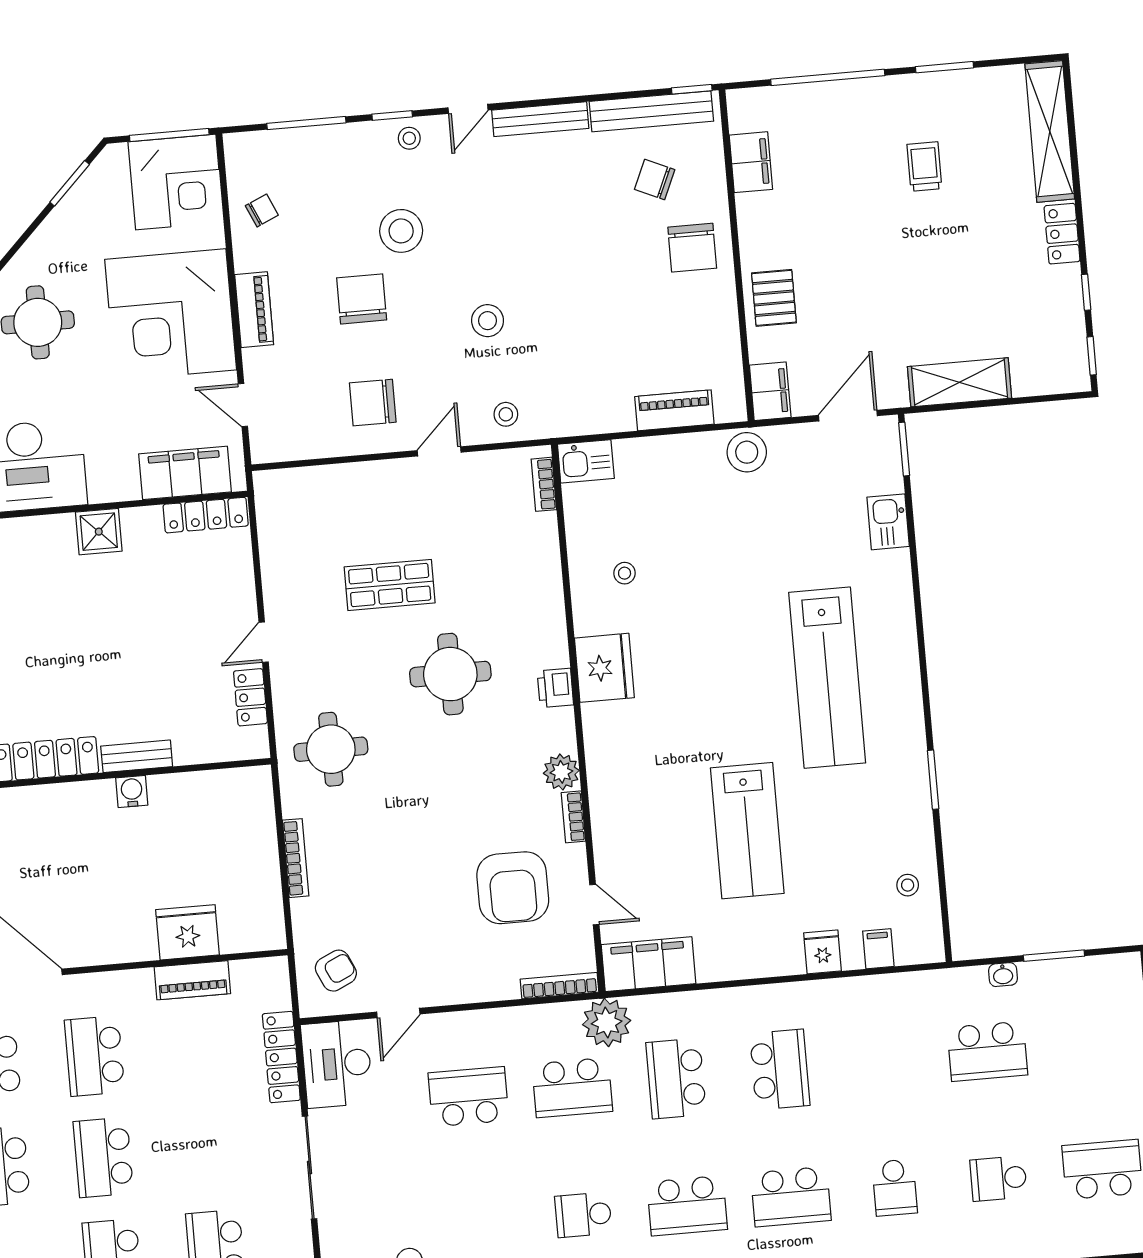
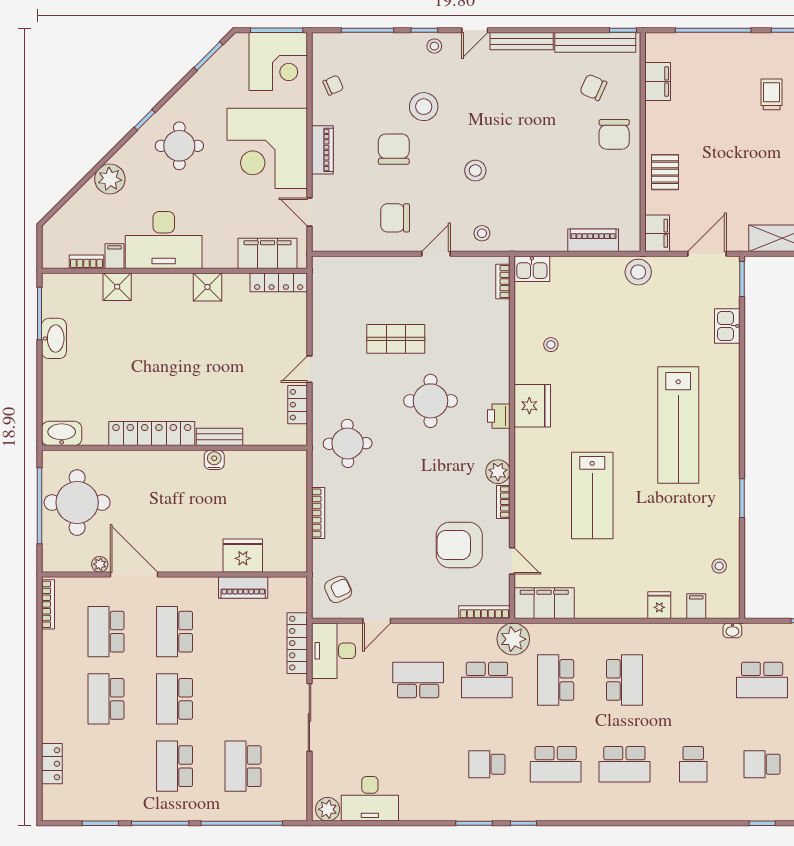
lab bench: (747, 831) -> (592, 495), moved
armchair: (513, 888) -> (459, 545), turned 90
washbasin: (1003, 975) -> (732, 630), moved

